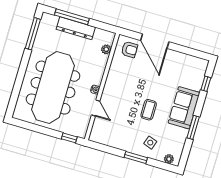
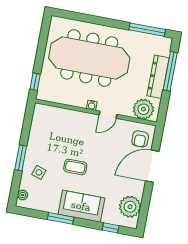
plant: (106, 49) -> (143, 109), width x1.88, depth x1.88
plant: (189, 65) -> (130, 207), added
door: (96, 108) -> (108, 115), moved

